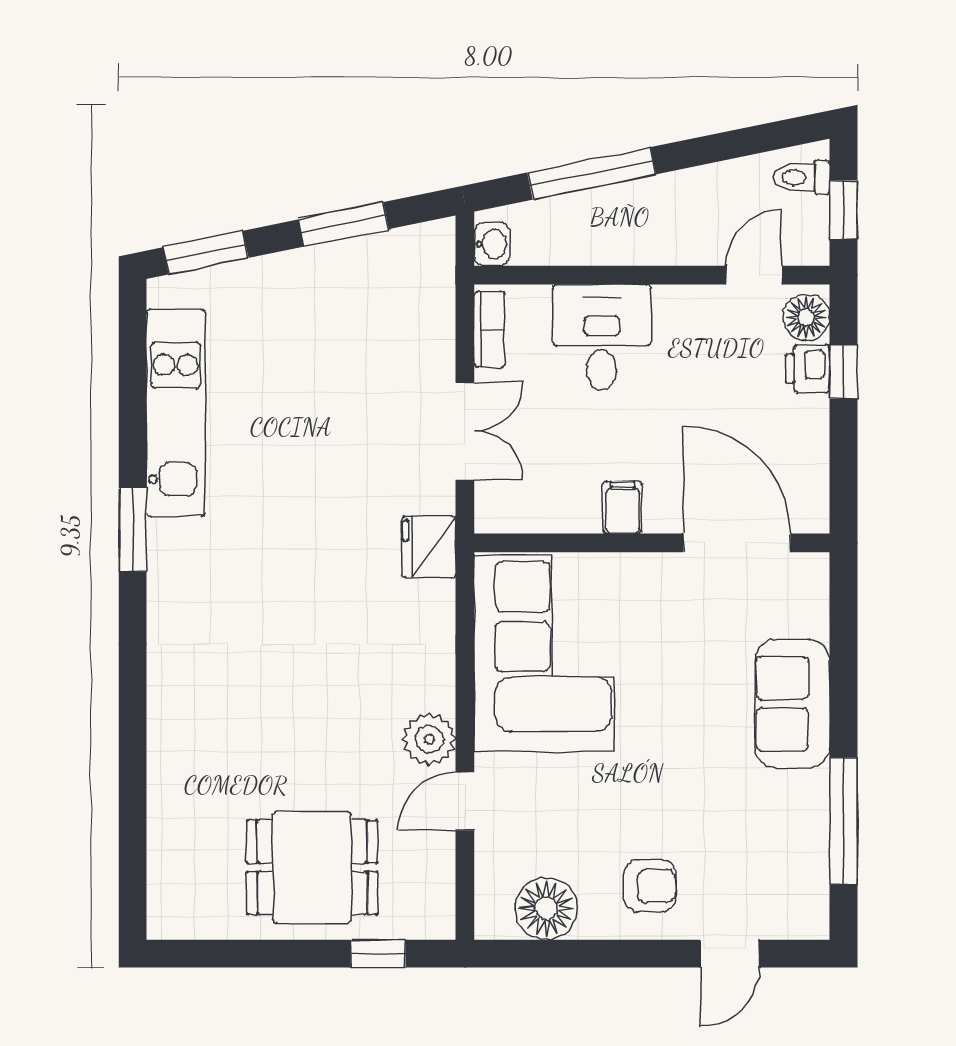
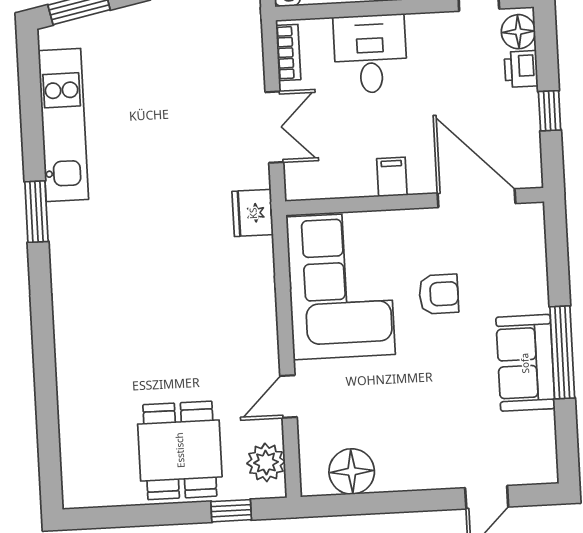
window: (843, 371) -> (550, 111), moved
sofa: (792, 704) -> (525, 363), moved
plant: (429, 739) -> (266, 462), moved
window: (843, 821) -> (562, 352), moved
dining table: (312, 867) -> (180, 450), turned 90
armchair: (650, 886) -> (439, 294), moved

